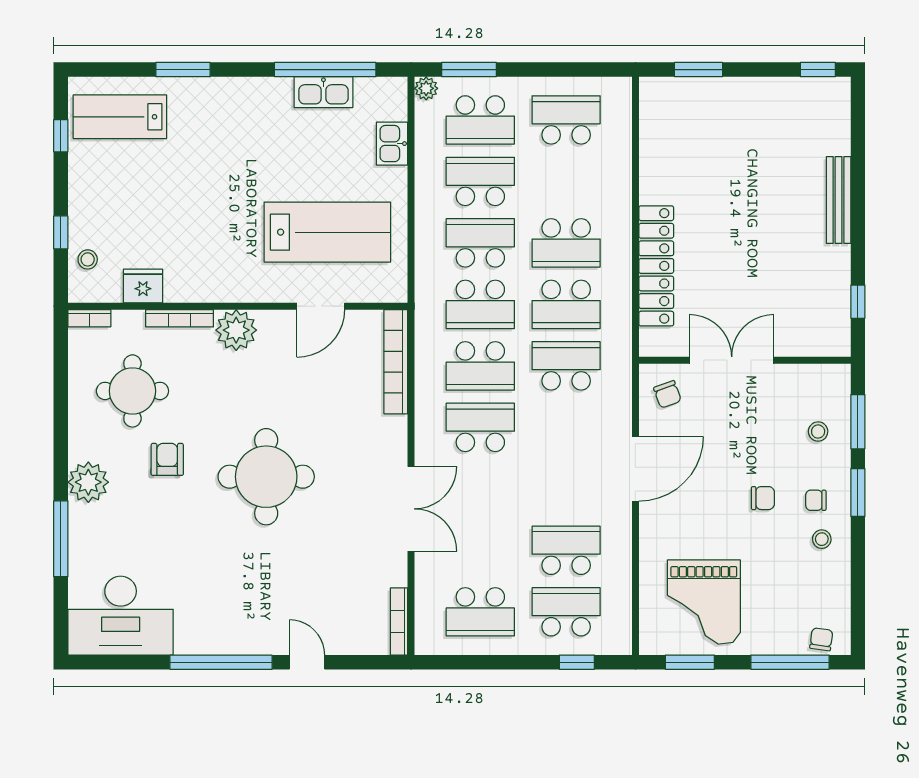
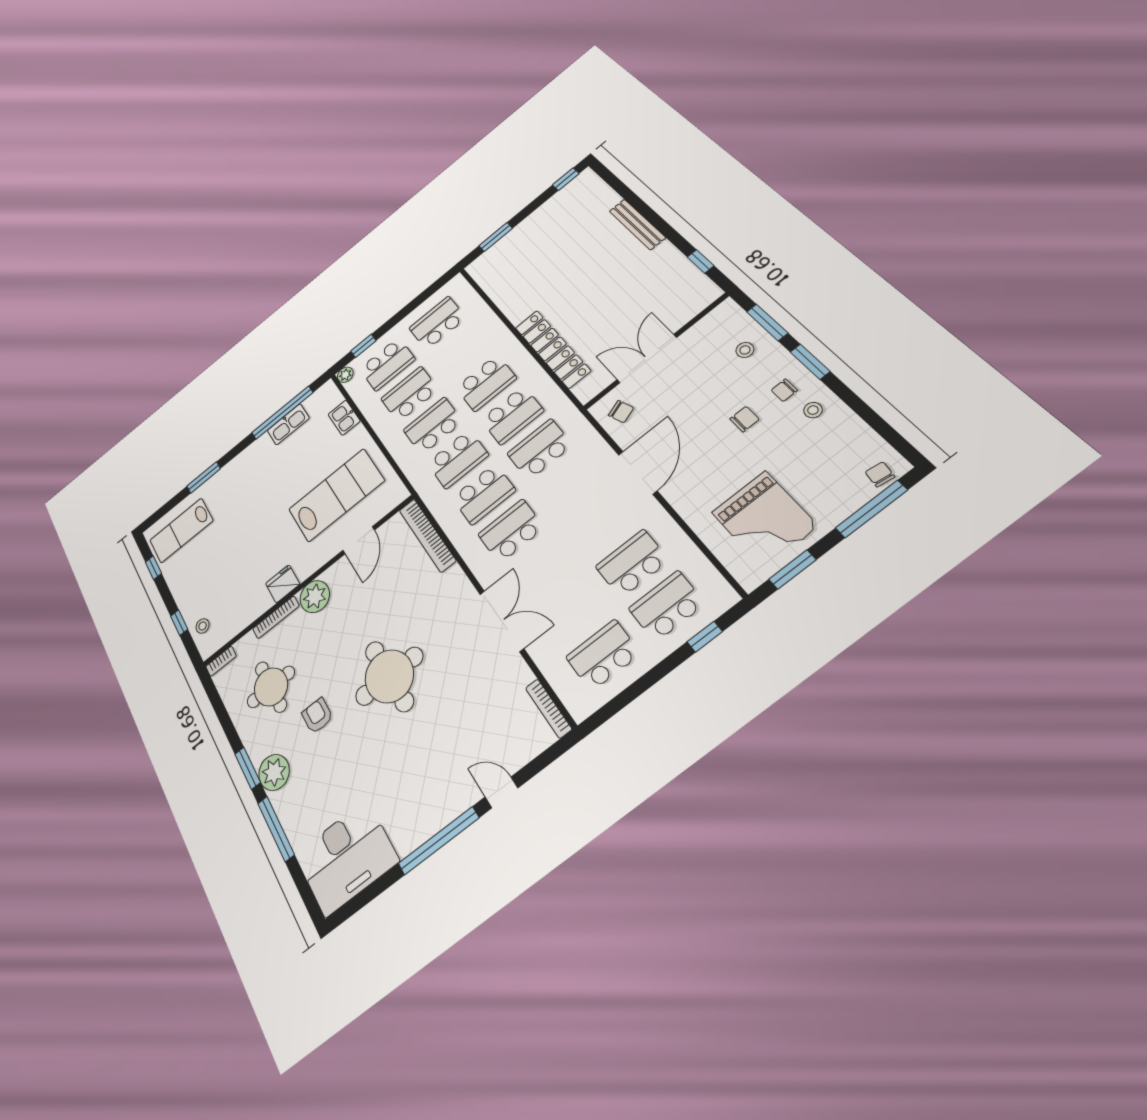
window: (469, 70) -> (363, 346), width x0.67
fridge: (143, 286) -> (283, 584), moved
window: (61, 457) -> (248, 768), added
school desk: (480, 612) -> (603, 655), turned 180

